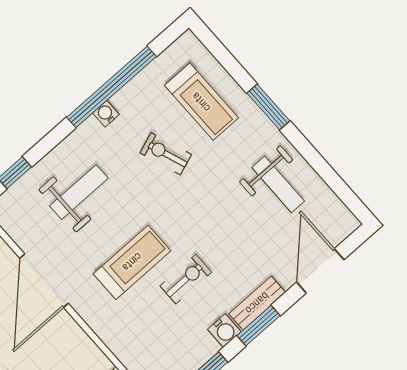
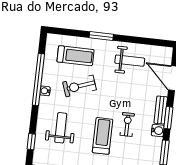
exercise bike: (166, 154) -> (79, 86), width x1.38, depth x1.39

